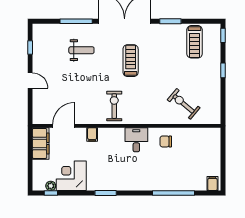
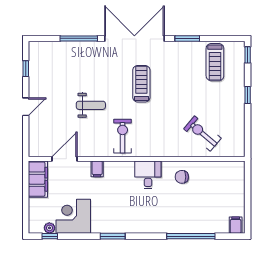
weight bench: (81, 50) -> (91, 105), moved
door: (30, 81) -> (26, 107), hinge flipped

